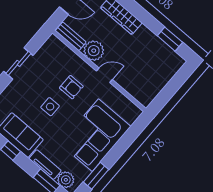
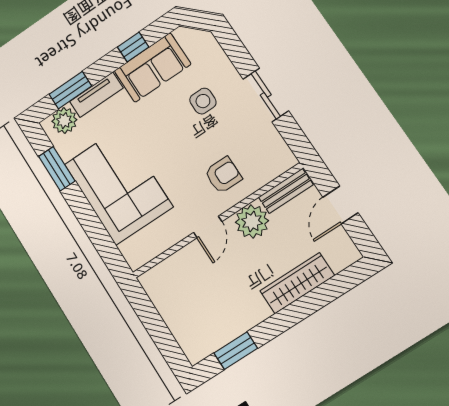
armchair: (71, 87) -> (223, 175), moved, turned 180
side table: (50, 107) -> (203, 101), moved

